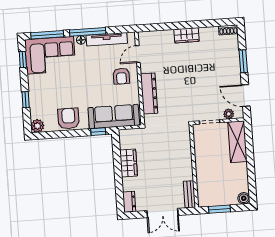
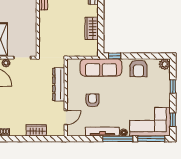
door: (138, 54) -> (66, 118), moved
wall: (140, 78) -> (66, 97), moved
dresser: (149, 93) -> (59, 84), moved

